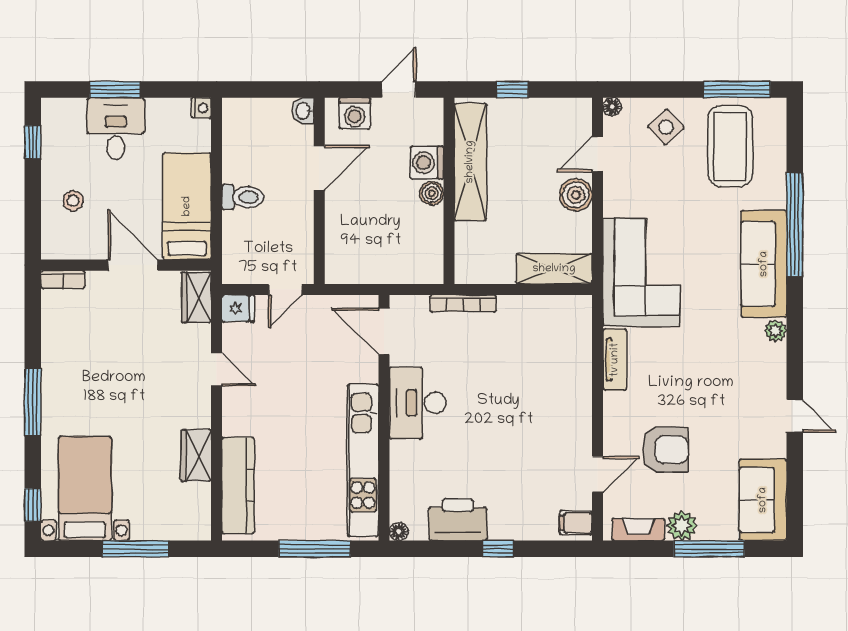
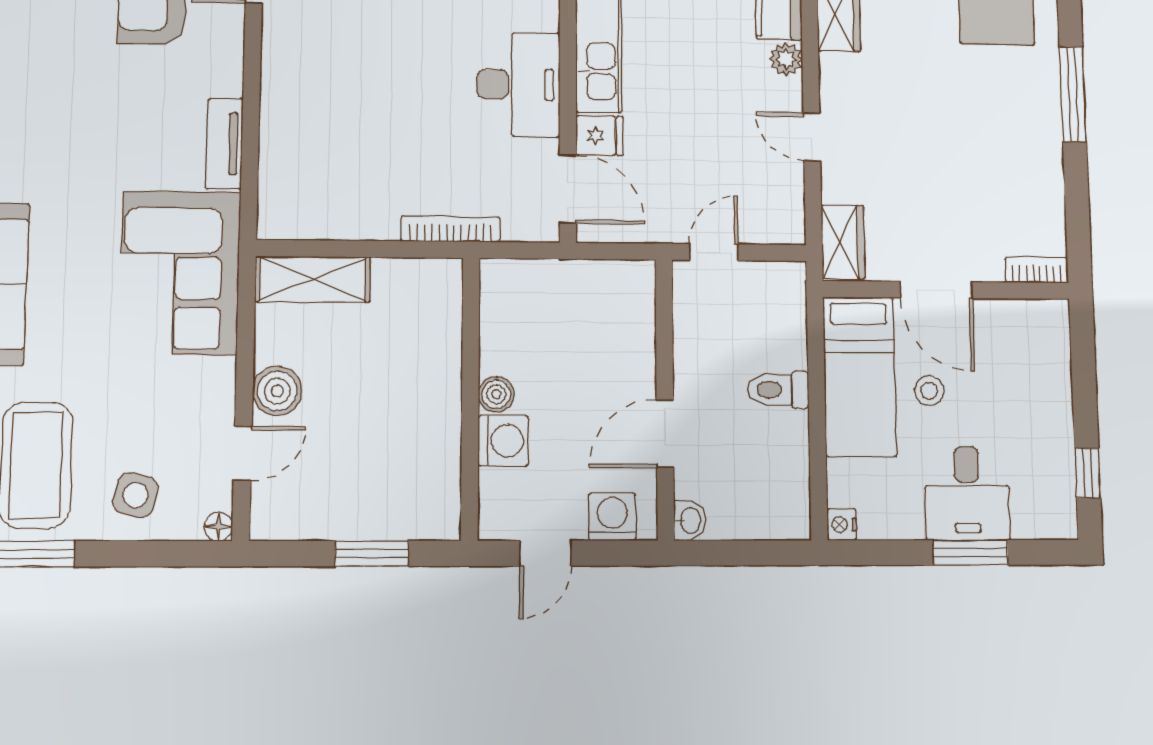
window: (512, 90) -> (372, 553), width x1.50
side table: (666, 127) -> (136, 495), turned -33
shelving: (470, 162) -> (437, 442), removed
stool: (73, 201) -> (929, 391), moved
fridge: (238, 308) -> (599, 136), moved, turned 180
plant: (233, 423) -> (786, 59), added

